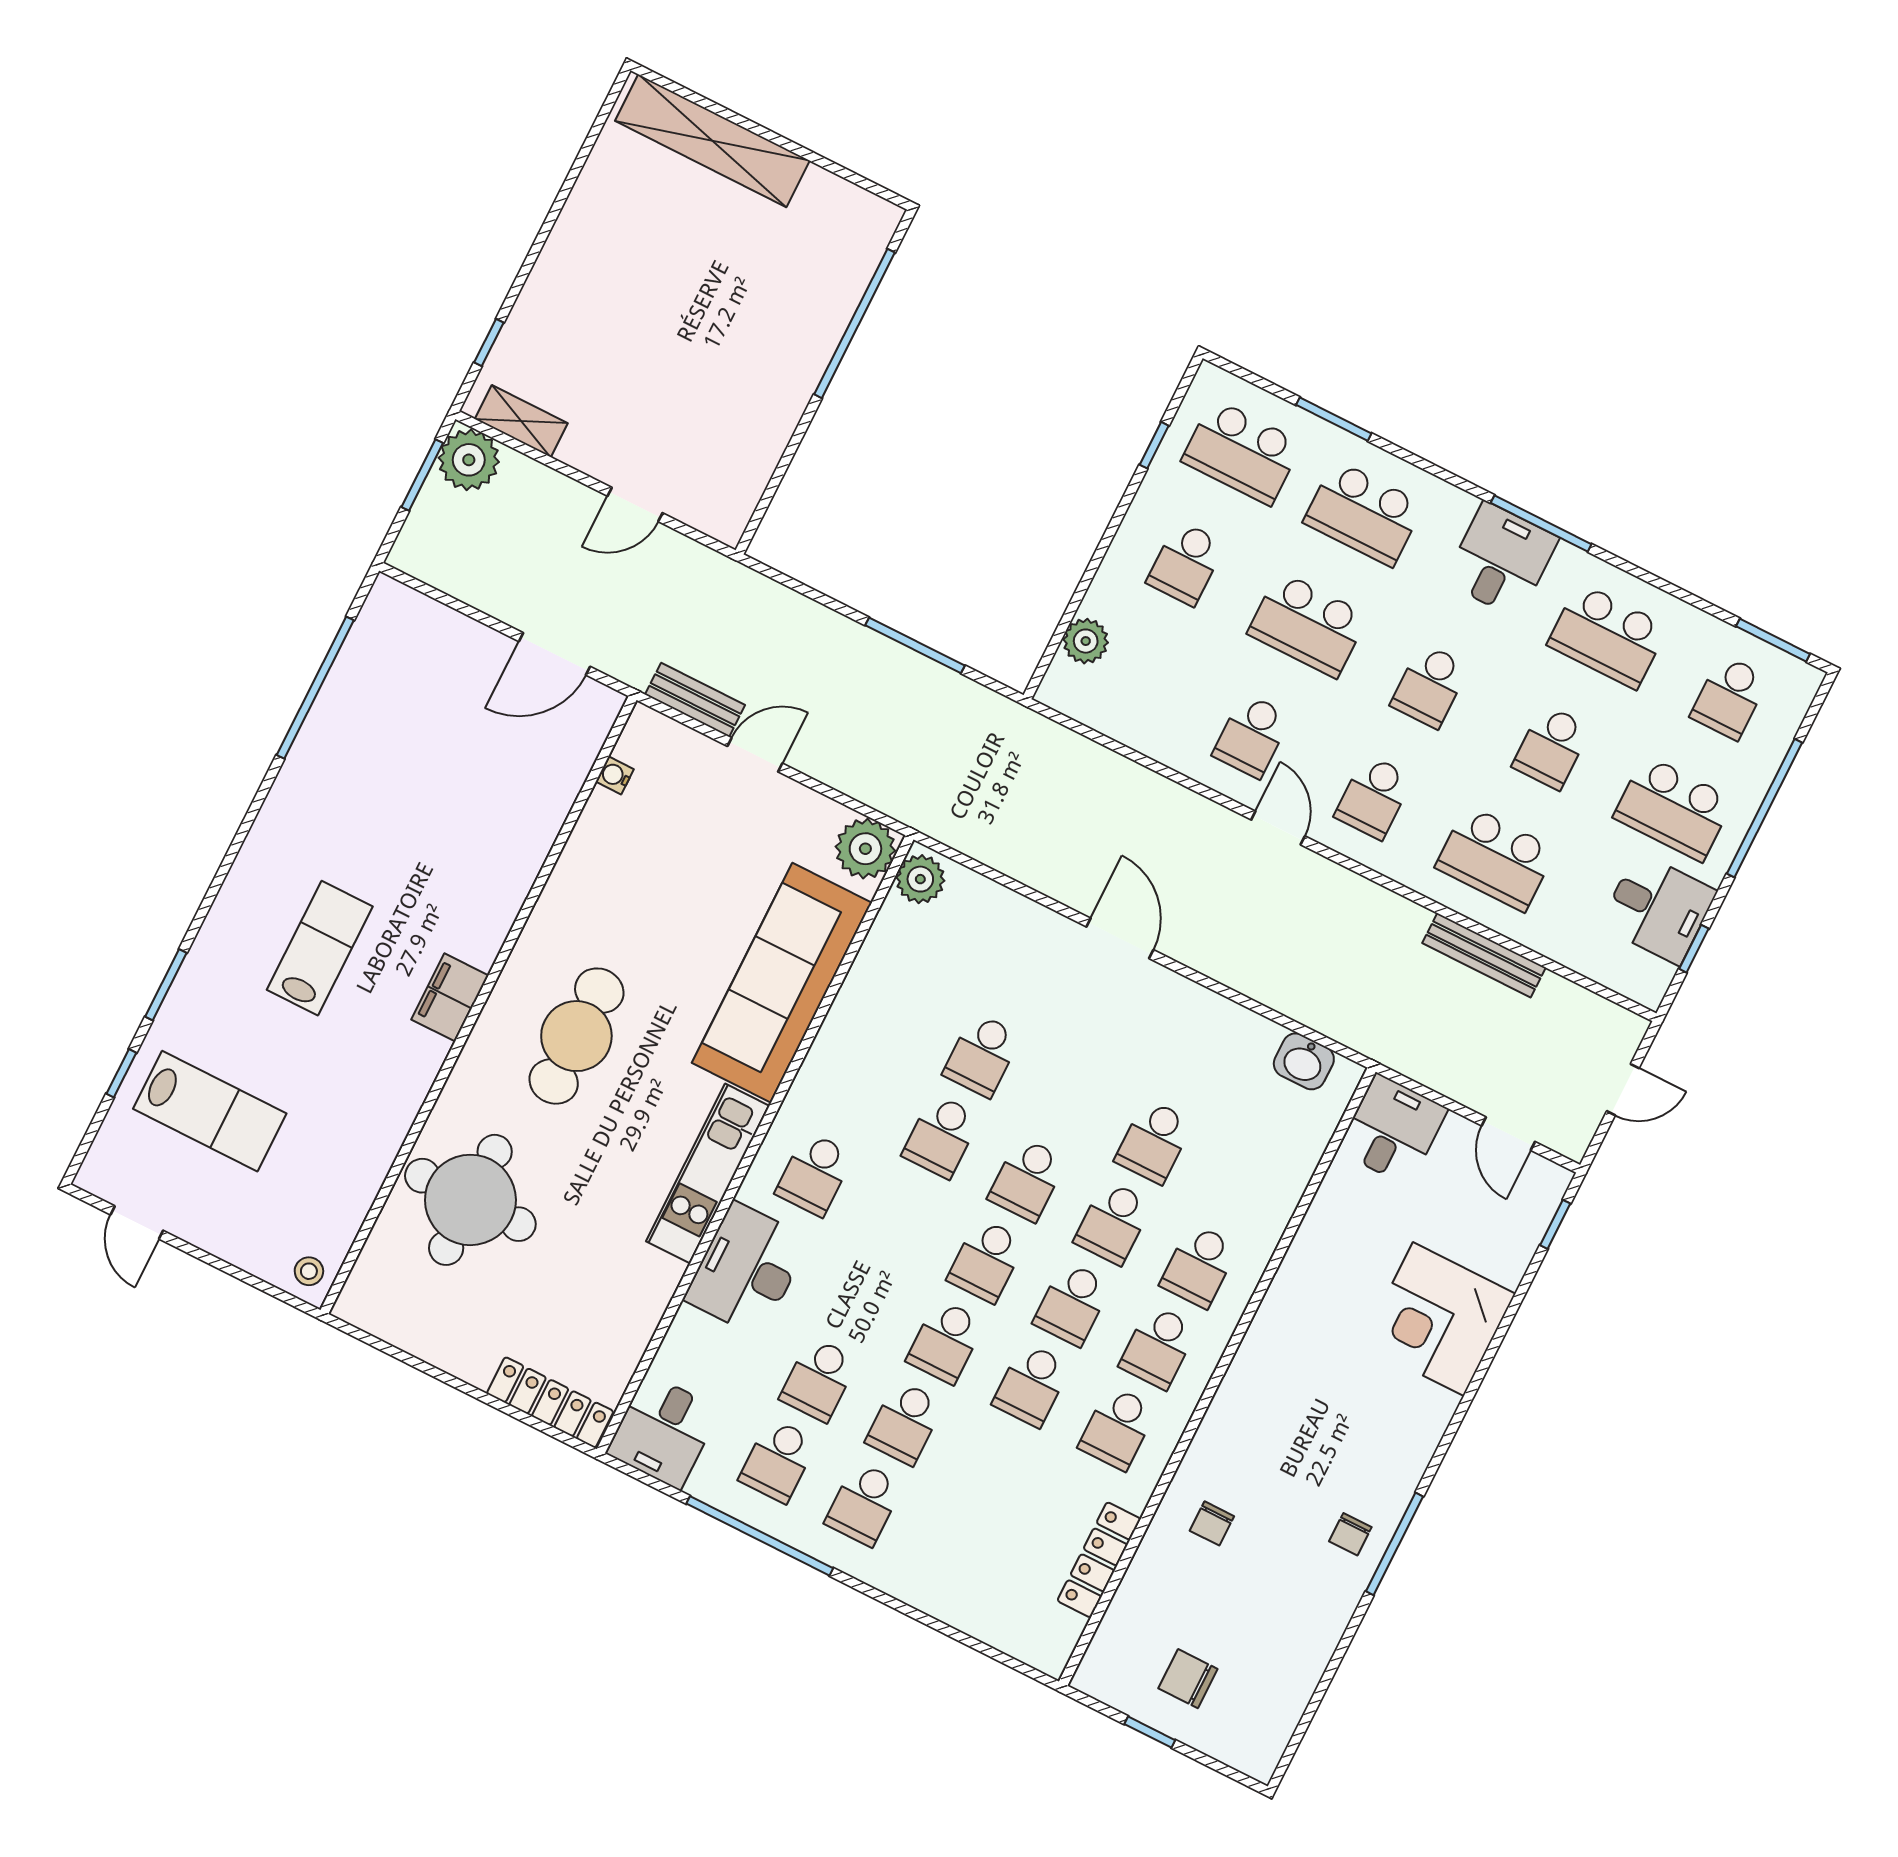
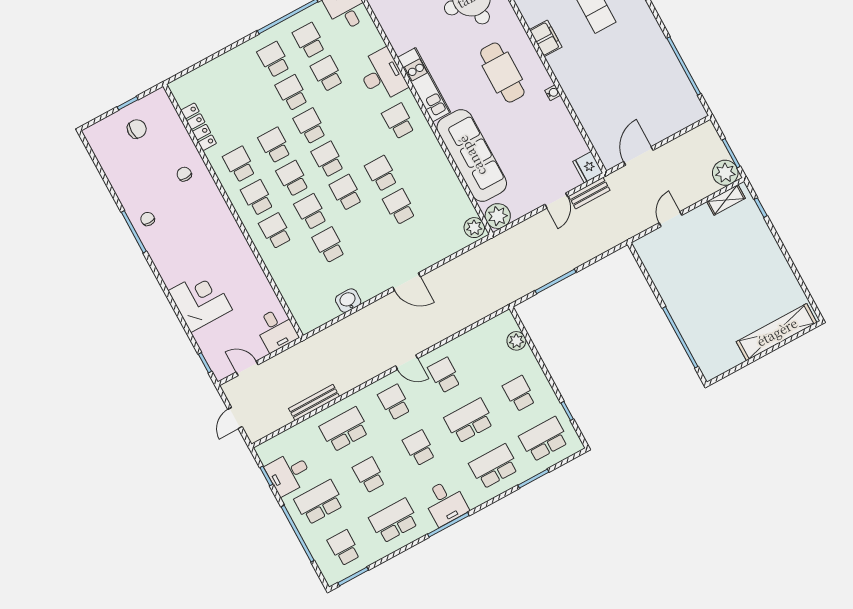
fridge: (646, 738) -> (588, 167), added
water cooler: (615, 775) -> (553, 93), moved
washbasin: (1304, 1061) -> (348, 301), moved

